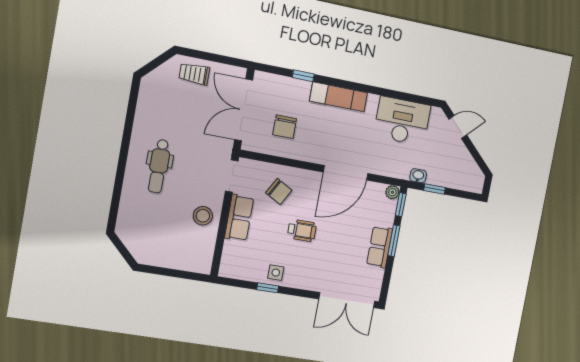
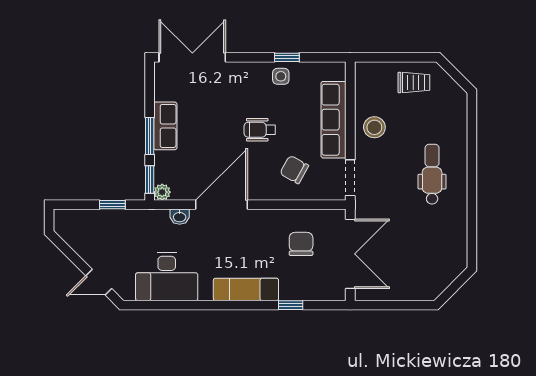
trolley: (194, 74) -> (414, 83), moved
washbasin: (418, 176) -> (180, 217), moved
row of seats: (239, 218) -> (334, 120), width x1.48

